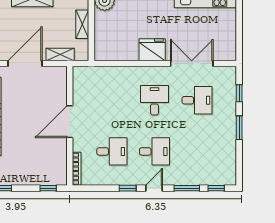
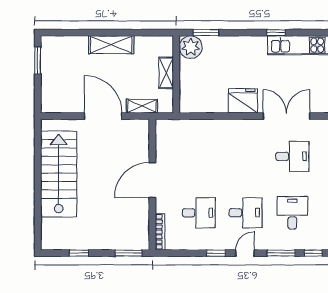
door: (25, 63) -> (103, 116), hinge flipped
desk: (154, 100) -> (292, 213), moved
window: (48, 188) -> (129, 253), width x1.50

